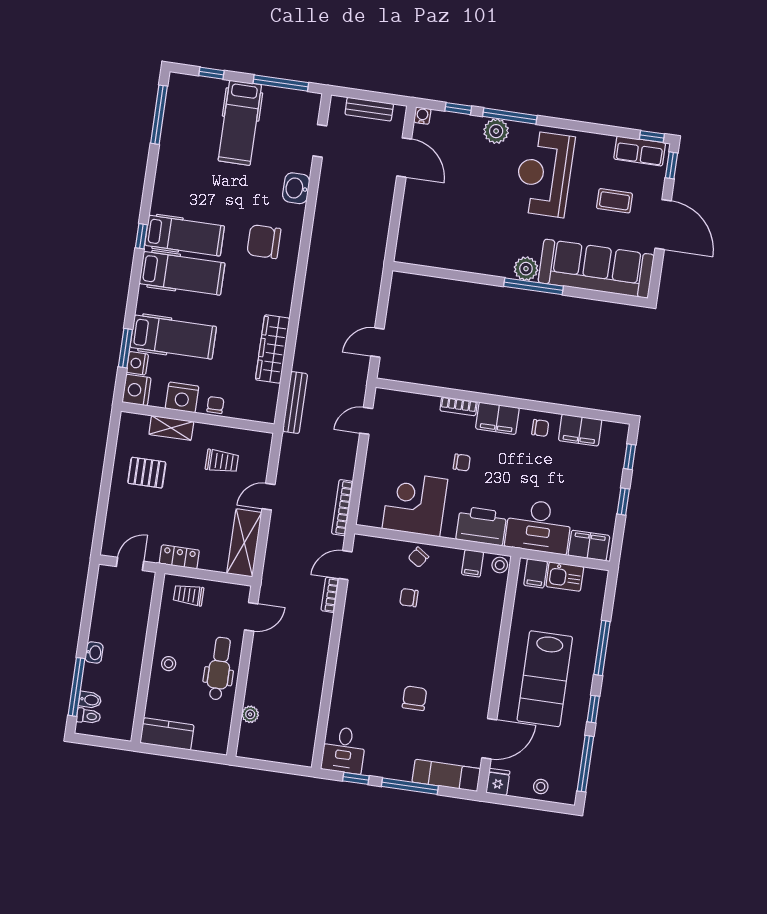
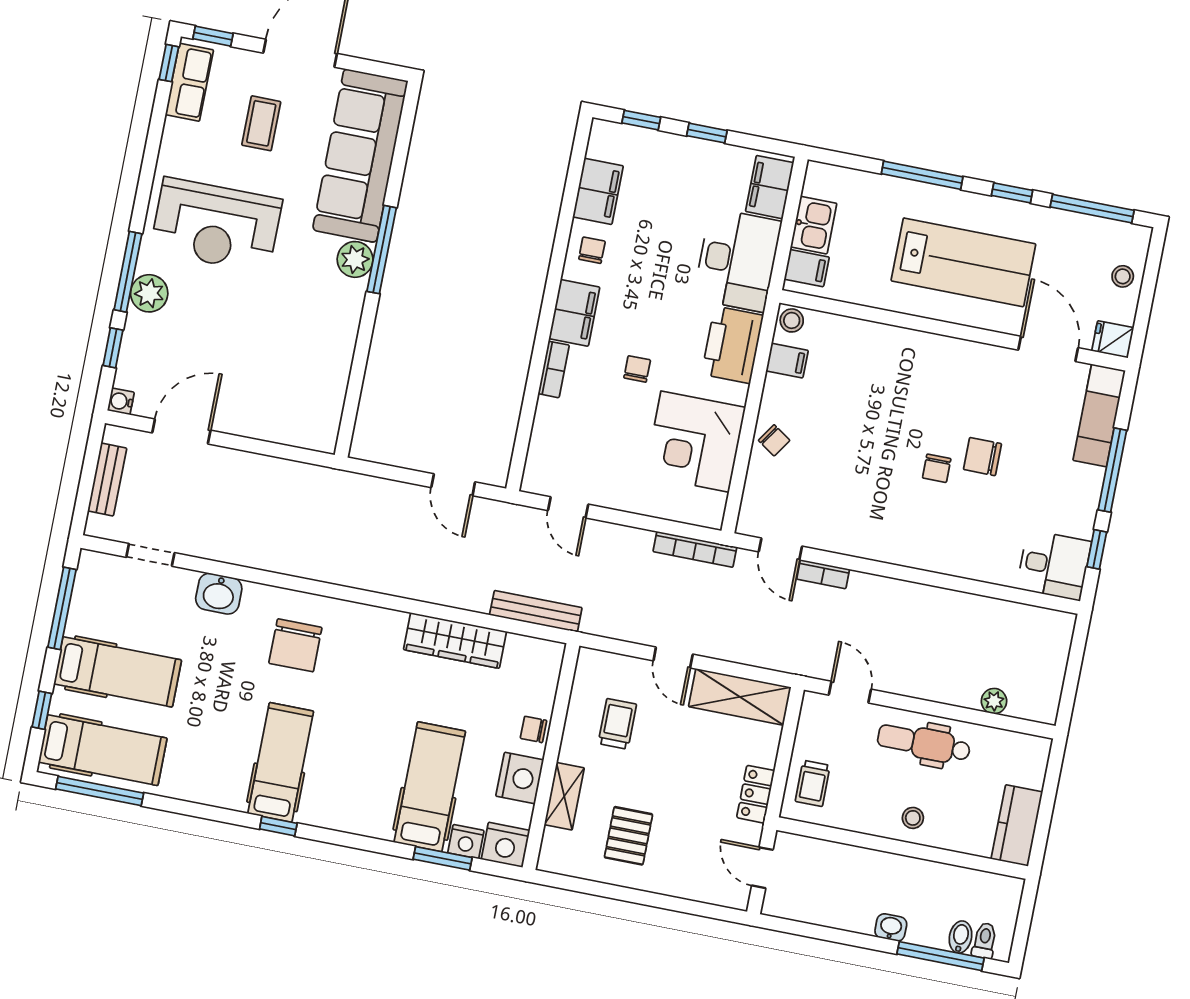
hospital bed: (182, 273) -> (103, 750), moved, turned 90
chair: (409, 598) -> (937, 468), moved

